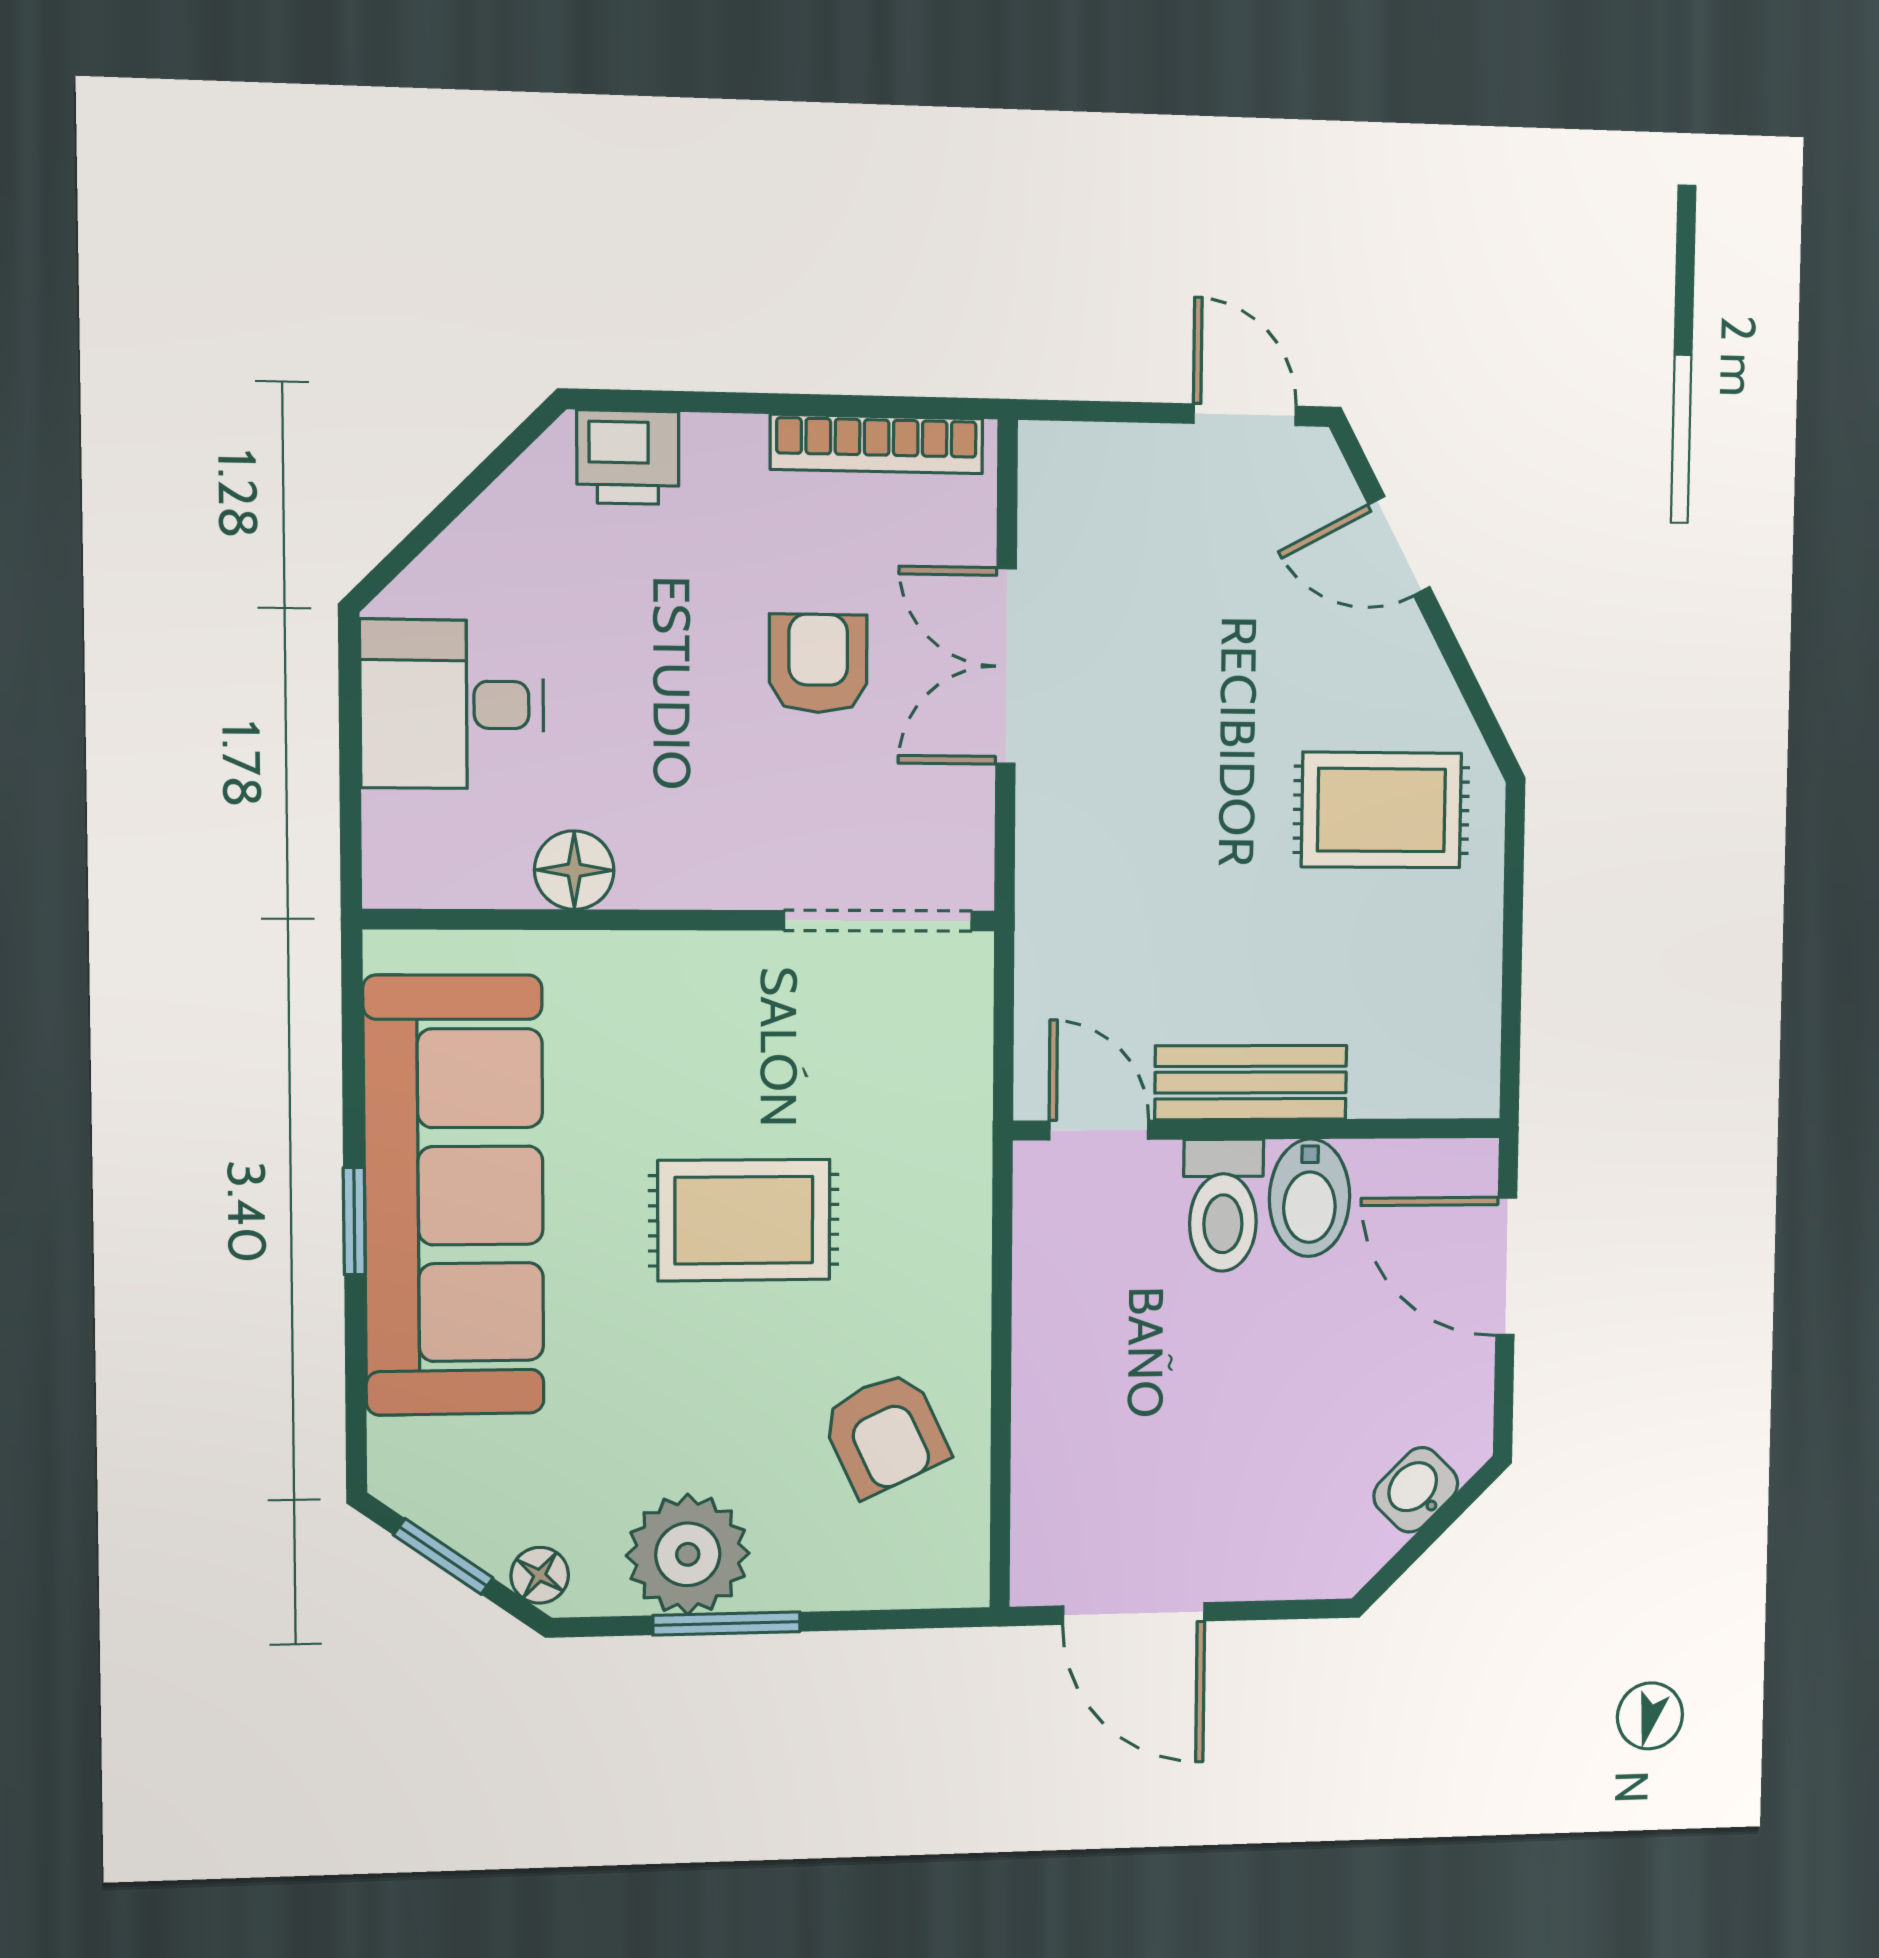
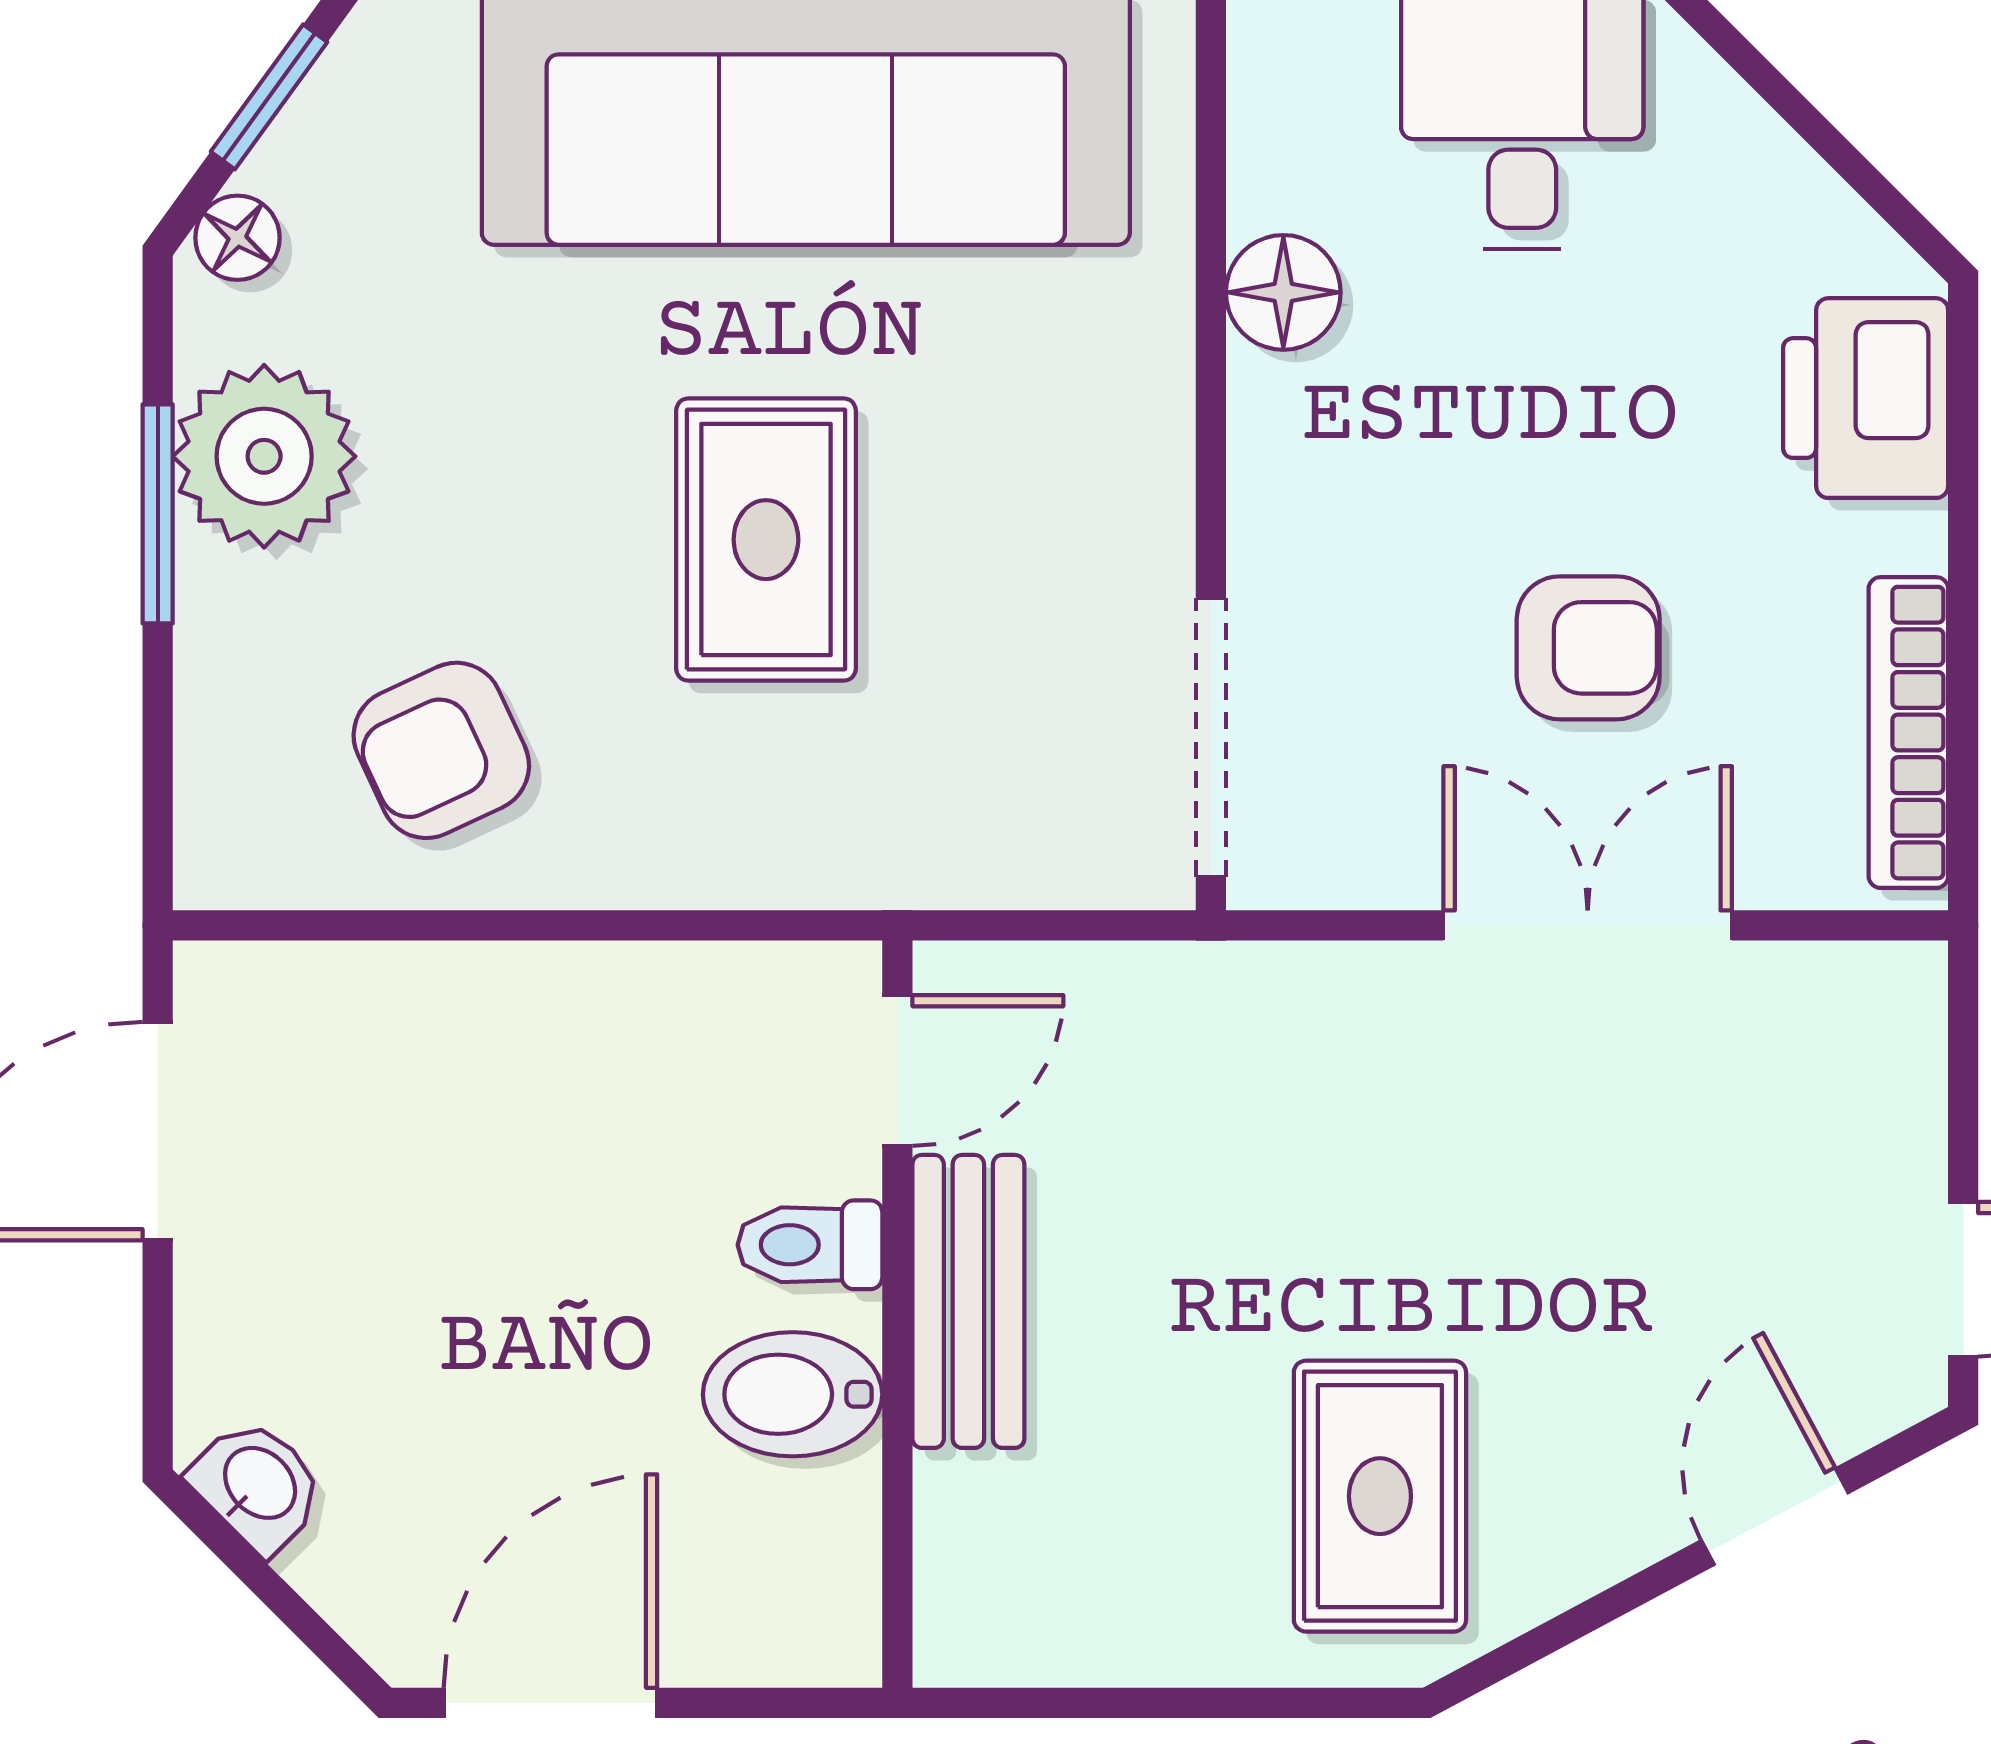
printer: (628, 457) -> (1866, 398), width x1.36, depth x1.24
toilet: (1223, 1205) -> (810, 1245), width x0.73, depth x0.72
door: (1506, 1266) -> (550, 1703), moved
washbasin: (1416, 1490) -> (258, 1485), moved

